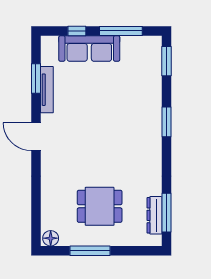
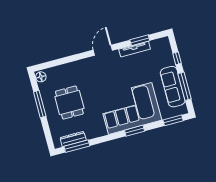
sofa: (89, 49) -> (173, 87), moved
corner sofa: (132, 120) -> (130, 108), added

